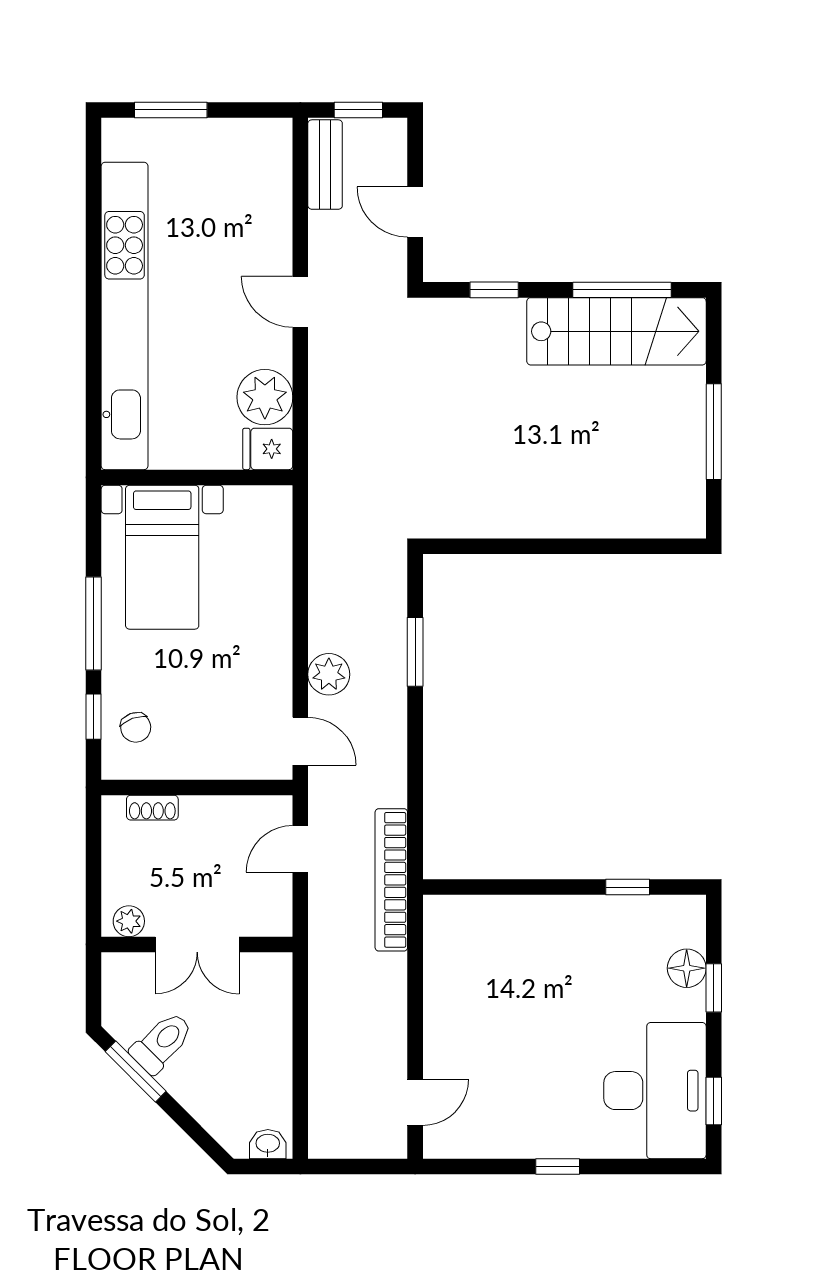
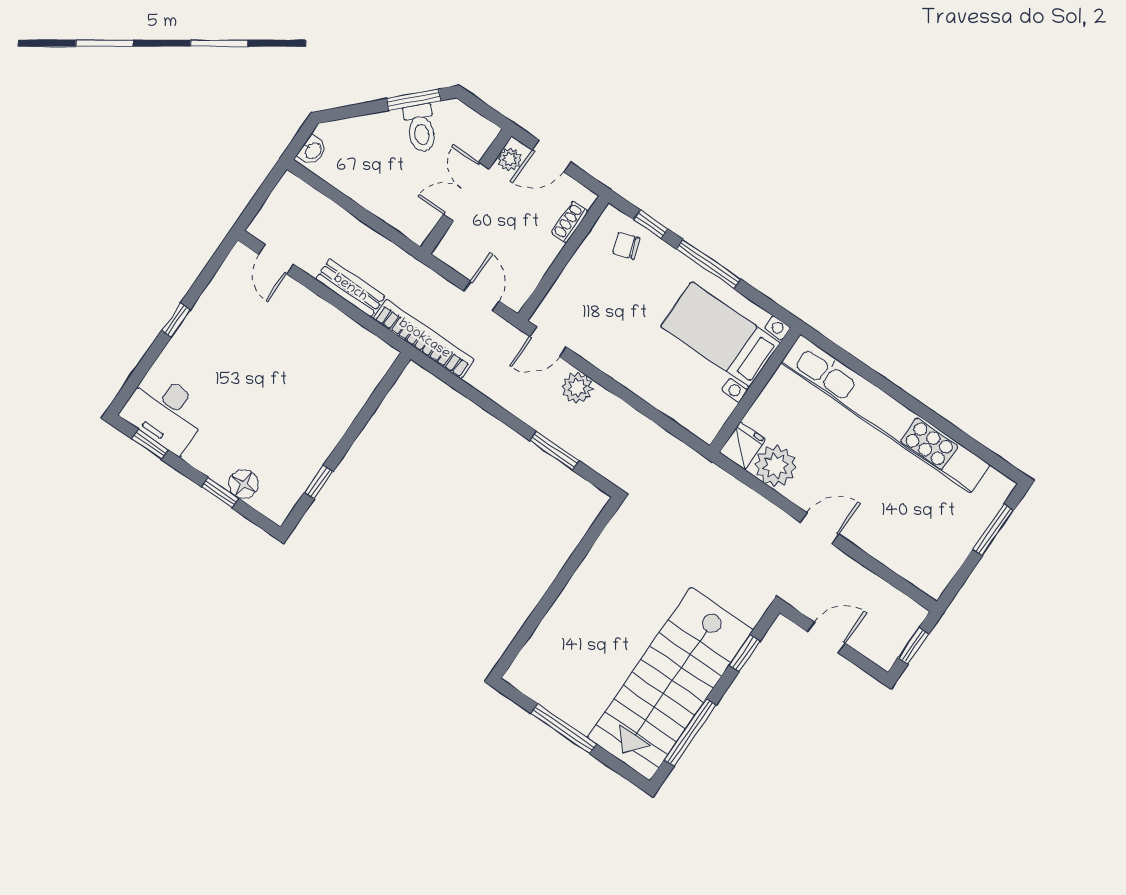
bench: (325, 165) -> (350, 288), moved
stairs: (616, 331) -> (670, 684), width x1.36, depth x1.51
door: (94, 878) -> (551, 156), added
desk: (655, 1091) -> (165, 412), width x0.73, depth x0.77

